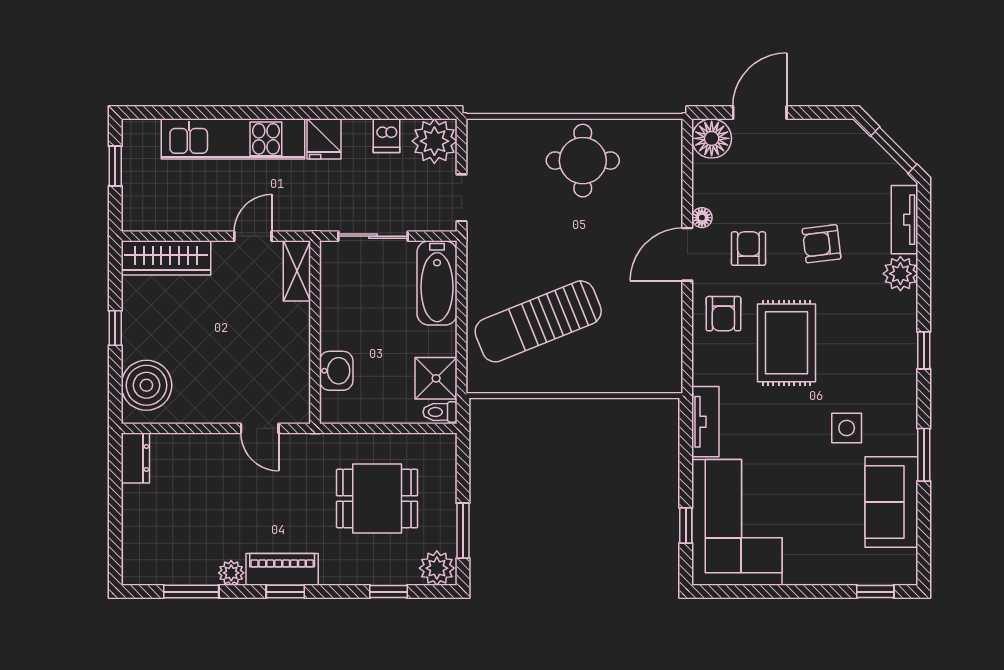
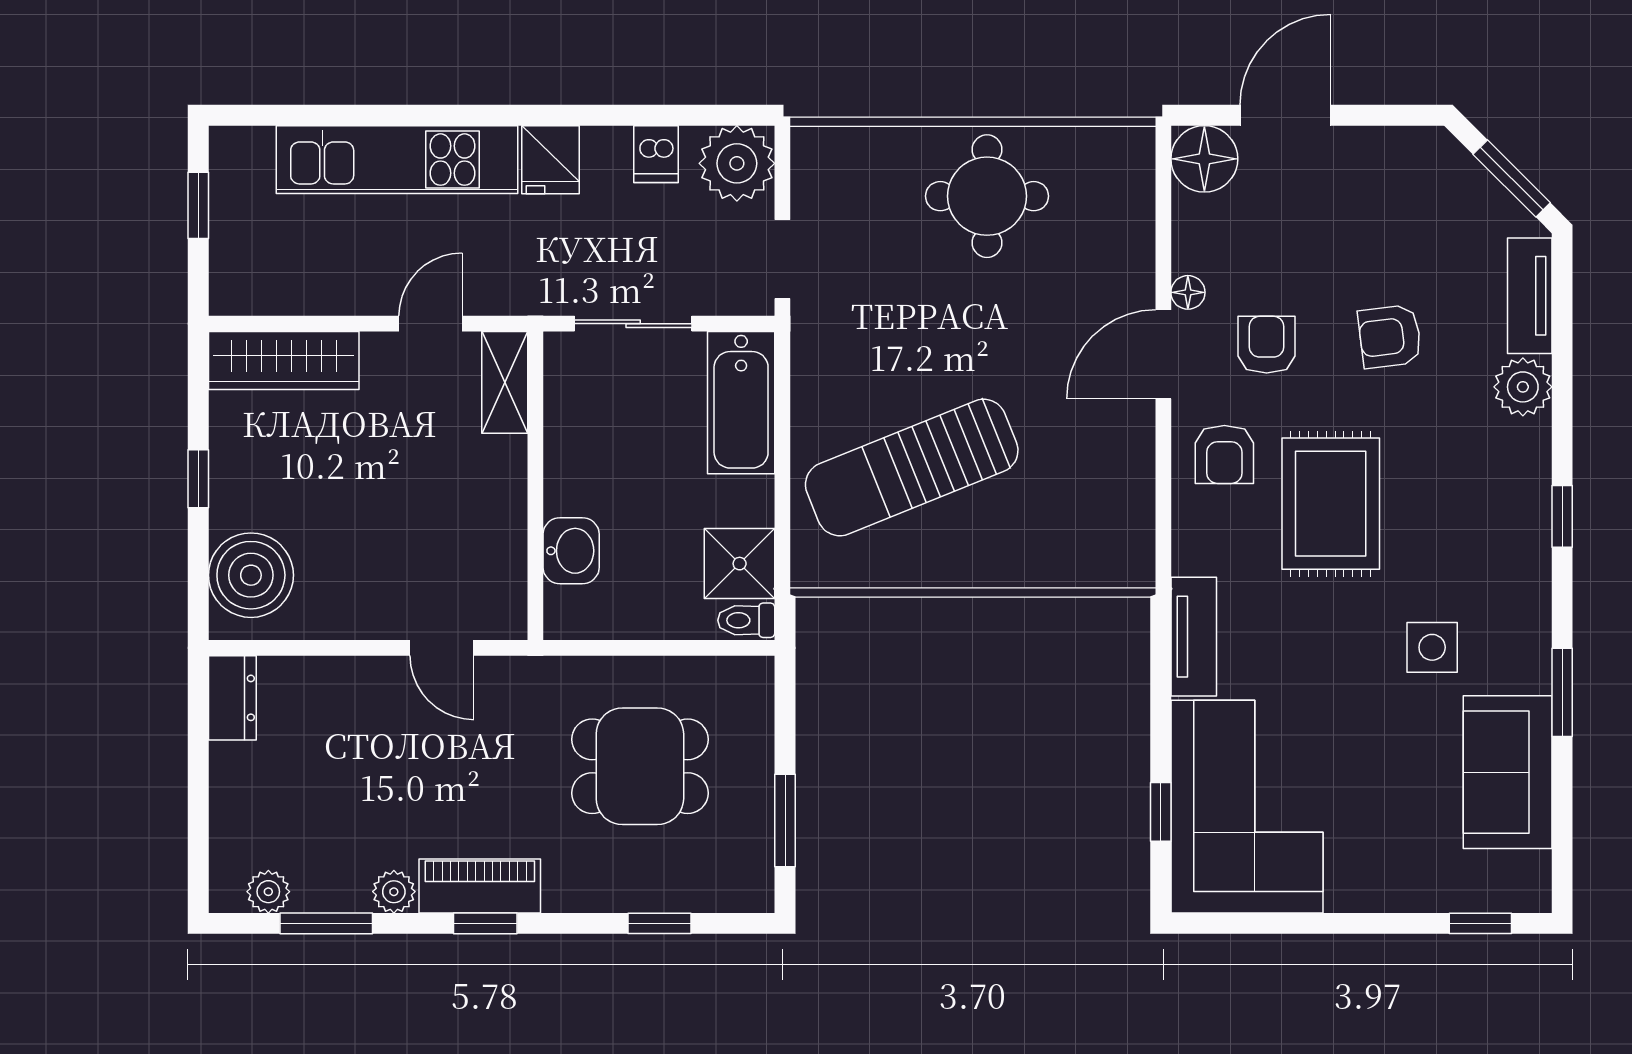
plant: (437, 568) -> (268, 892), moved, width x0.73, depth x0.73

